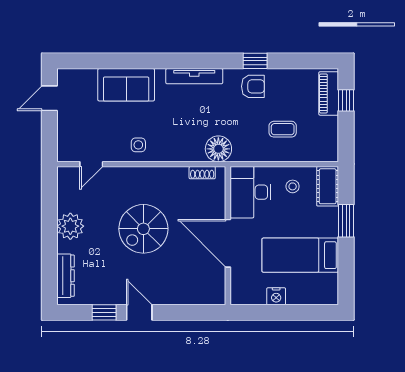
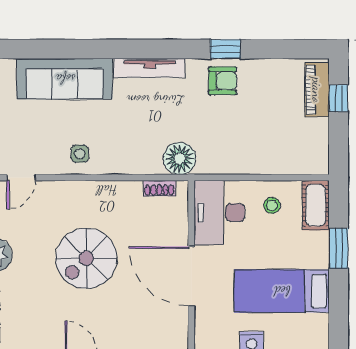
sofa: (126, 85) -> (65, 79), width x1.36
coffee table: (283, 129) -> (260, 134), removed

